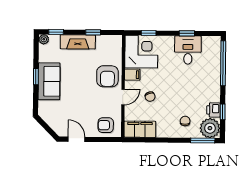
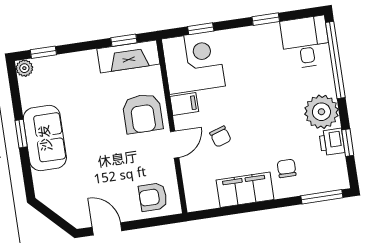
window: (93, 32) -> (124, 40), moved
fireplace: (78, 42) -> (128, 56), moved
desk: (188, 50) -> (306, 42), moved
plant: (210, 128) -> (321, 112), moved
filing cabinet: (140, 129) -> (245, 190), moved

